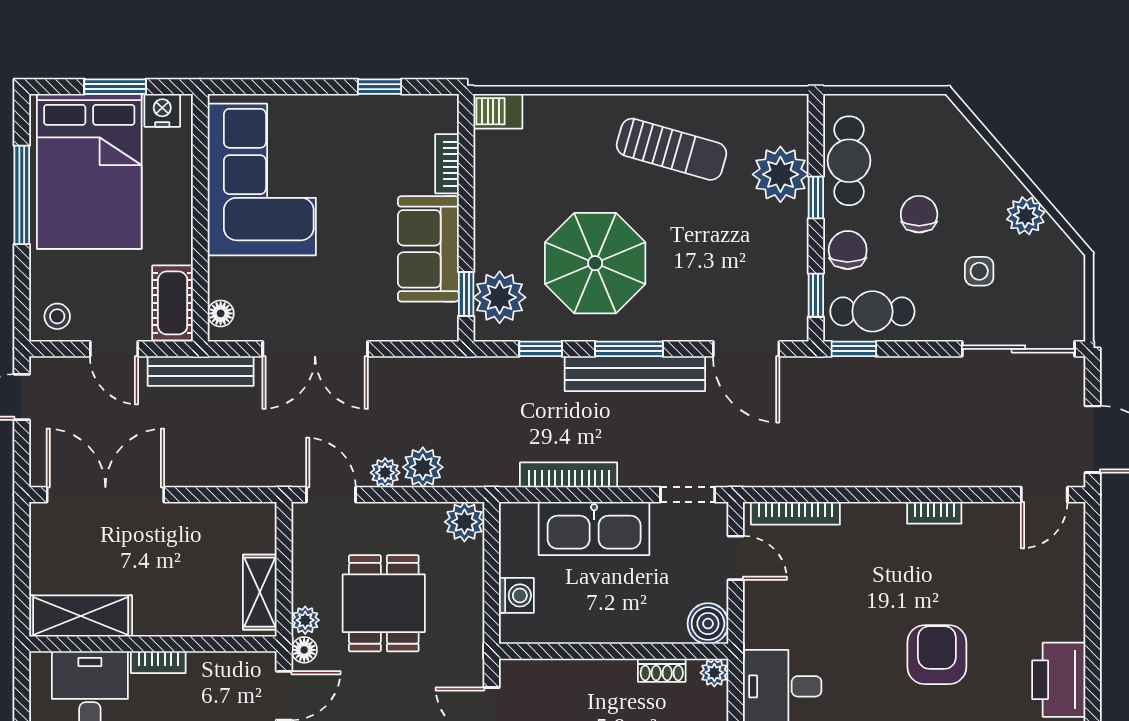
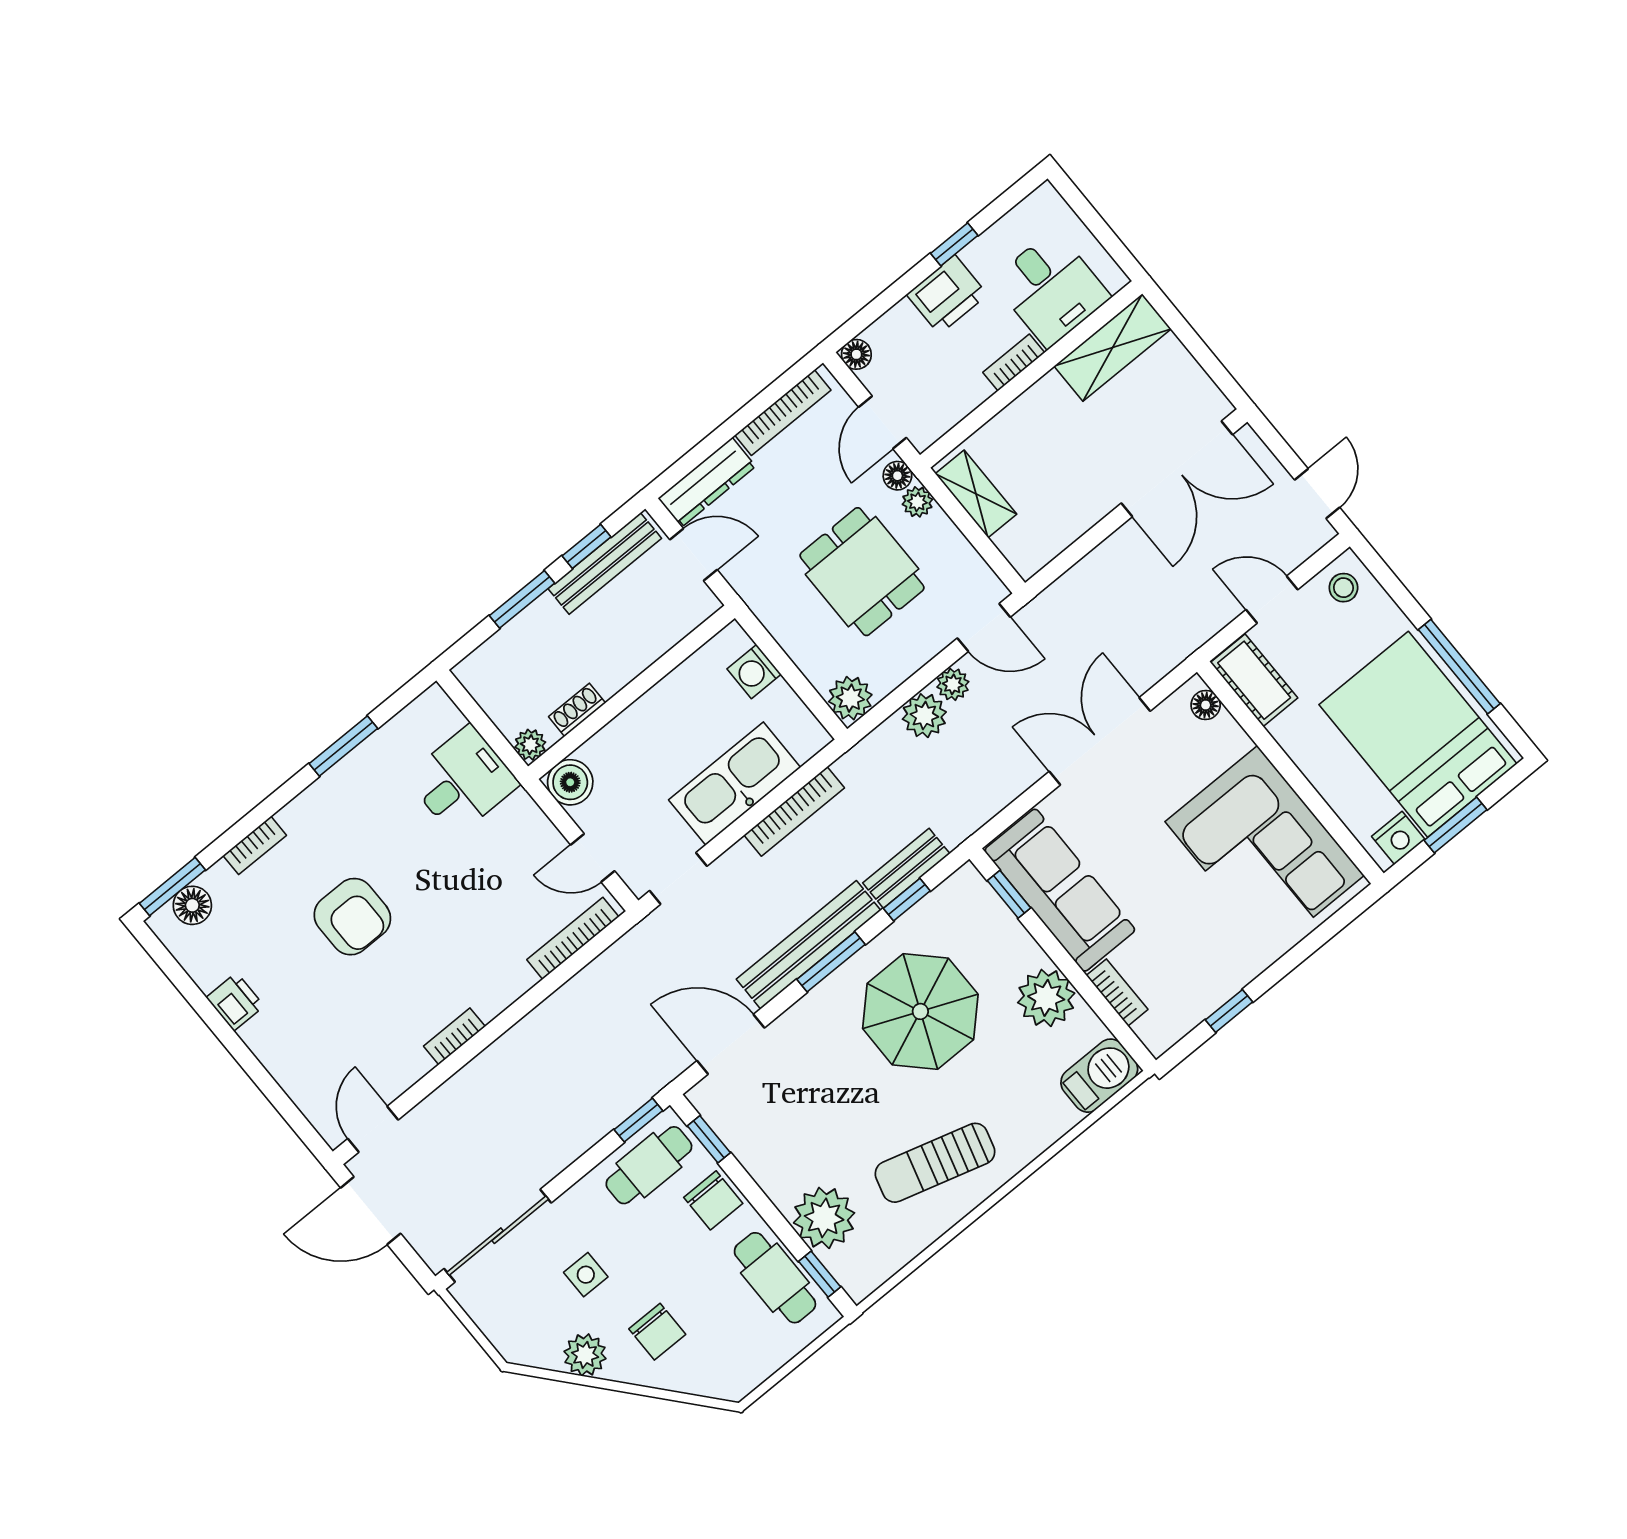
barbecue: (498, 111) -> (1099, 1076), width x1.38, depth x1.27
window: (816, 198) -> (820, 1274), moved
chair: (919, 214) -> (657, 1332), moved
sofa: (428, 249) -> (1060, 890), width x1.36
plant: (500, 297) -> (1046, 998), moved
bench: (201, 371) -> (906, 868), moved, width x0.73
printer: (1059, 680) -> (235, 1002), width x0.53, depth x0.68

